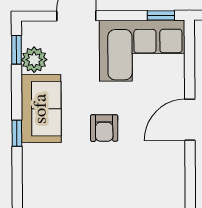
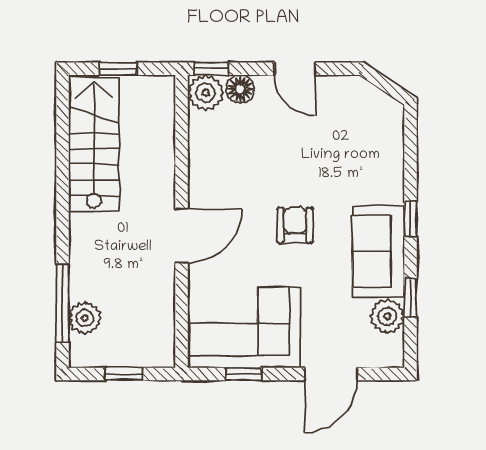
window: (161, 15) -> (244, 374), moved
window: (16, 50) -> (411, 298), moved

